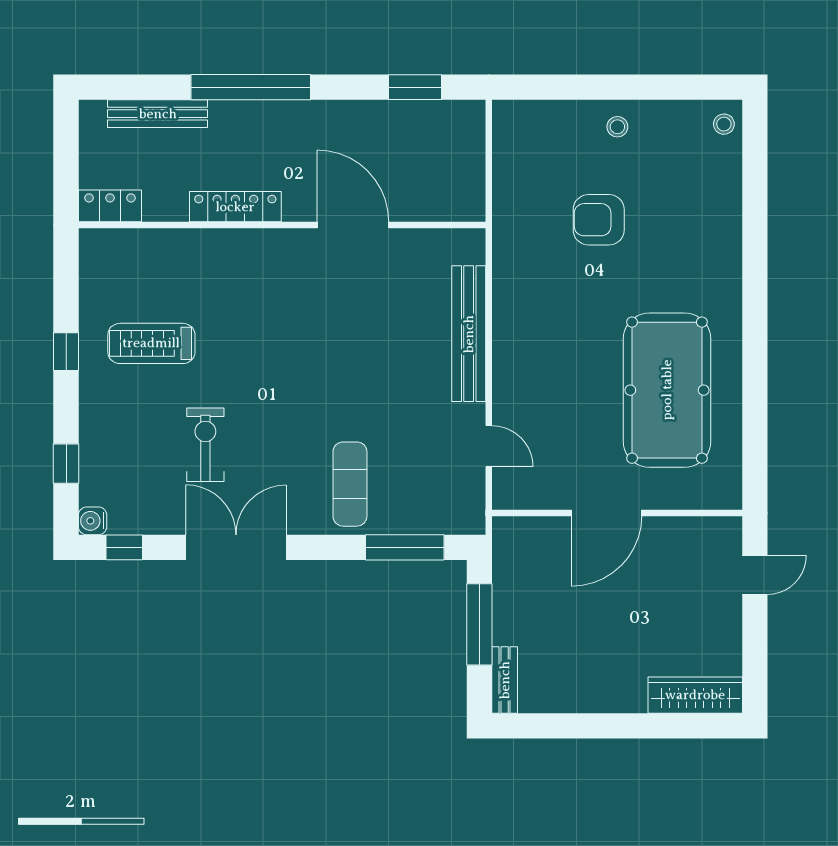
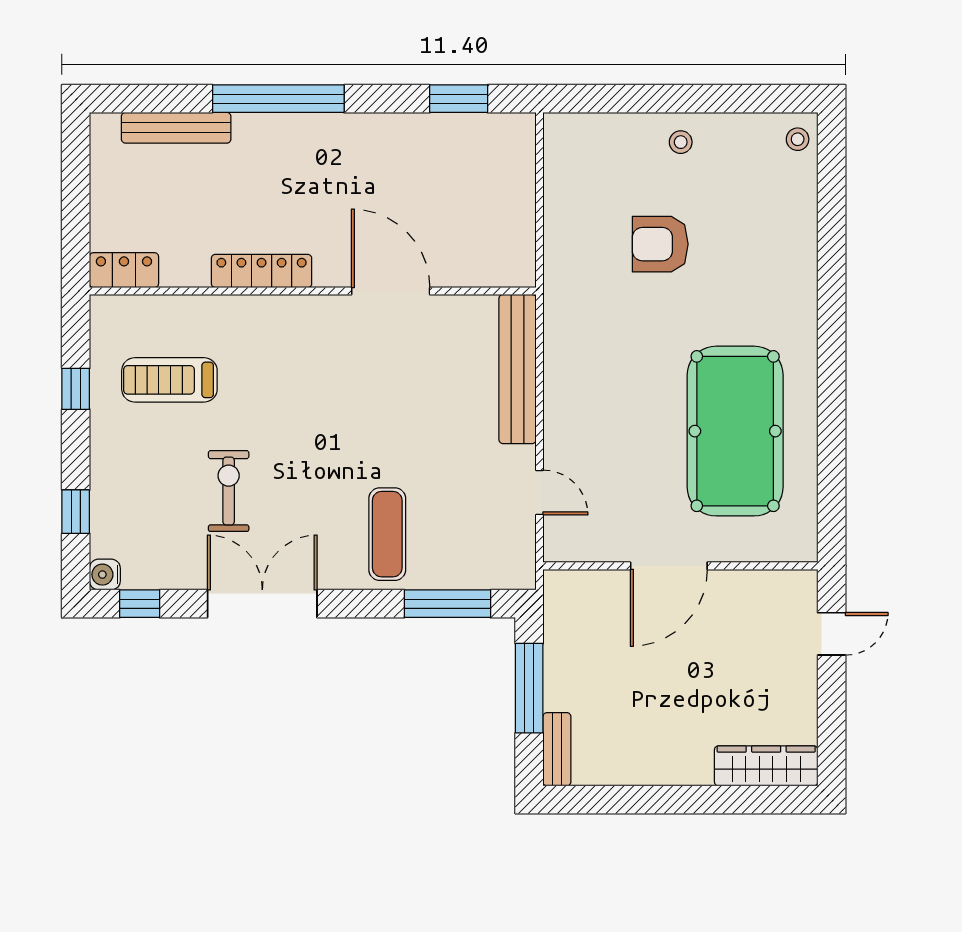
locker: (110, 206) -> (124, 270), moved
locker: (235, 207) -> (262, 271), moved
wall: (282, 225) -> (313, 291), moved
door: (353, 225) -> (391, 291), moved

